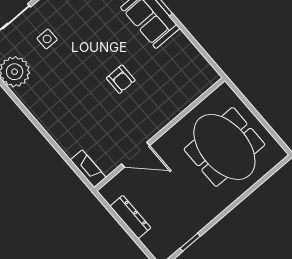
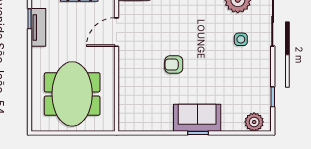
meeting table: (224, 147) -> (72, 94), turned 90
tv unit: (191, 228) -> (38, 27), added

